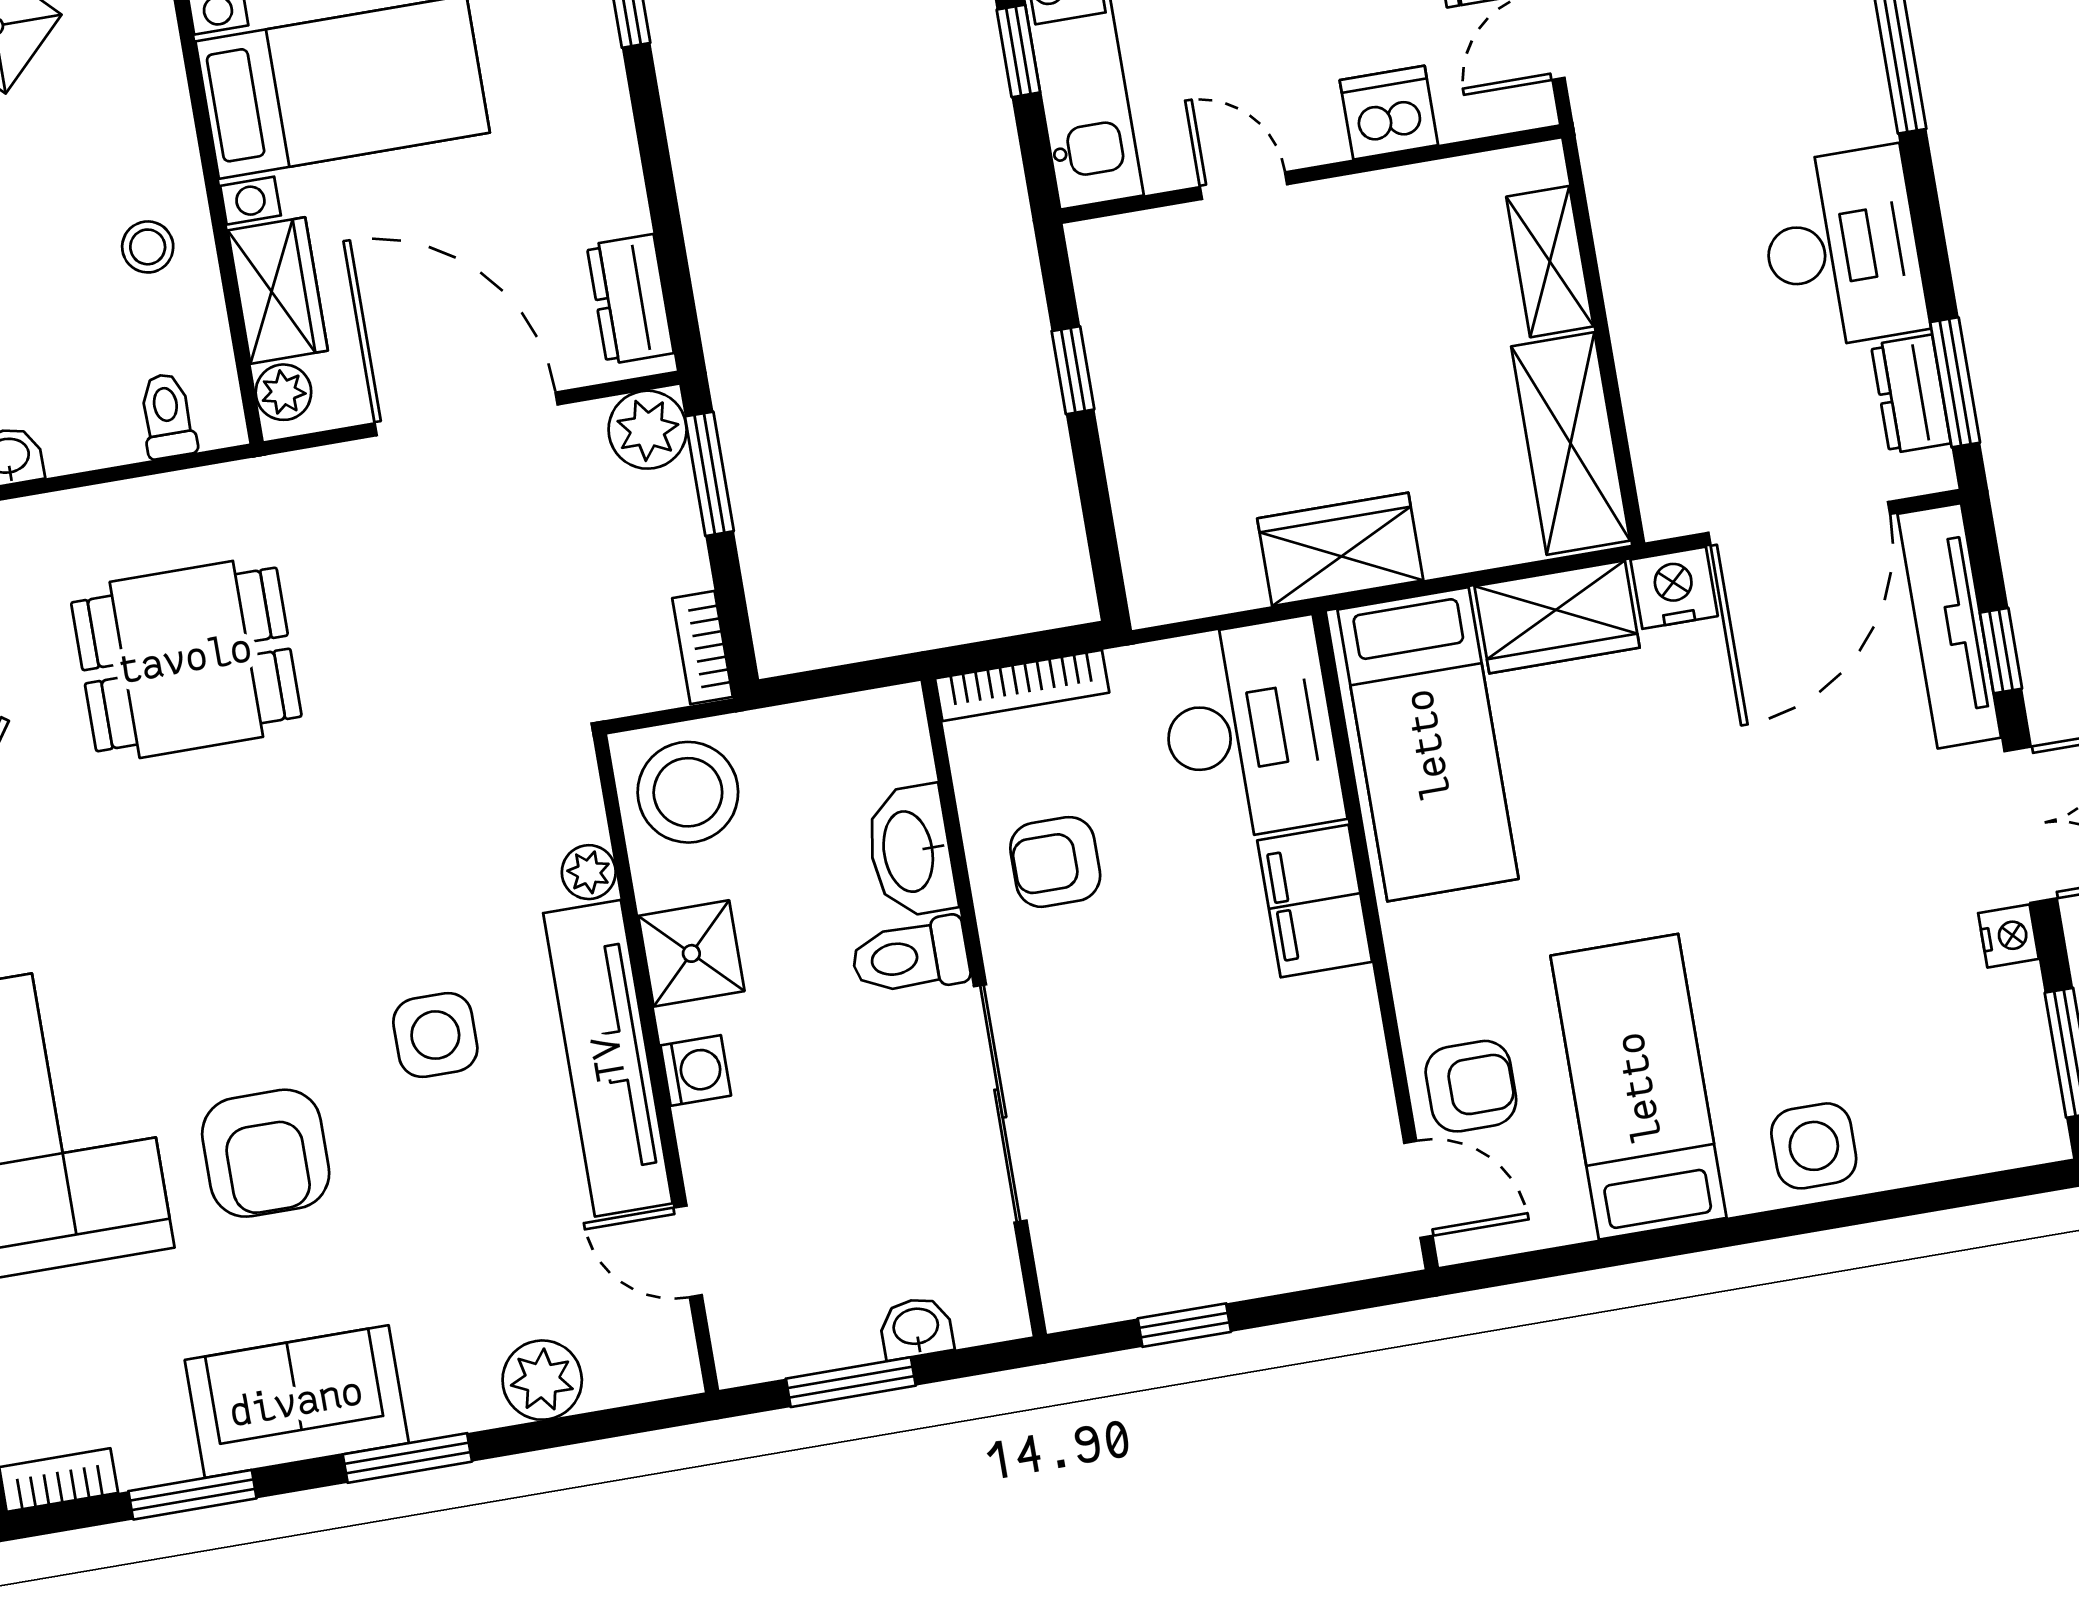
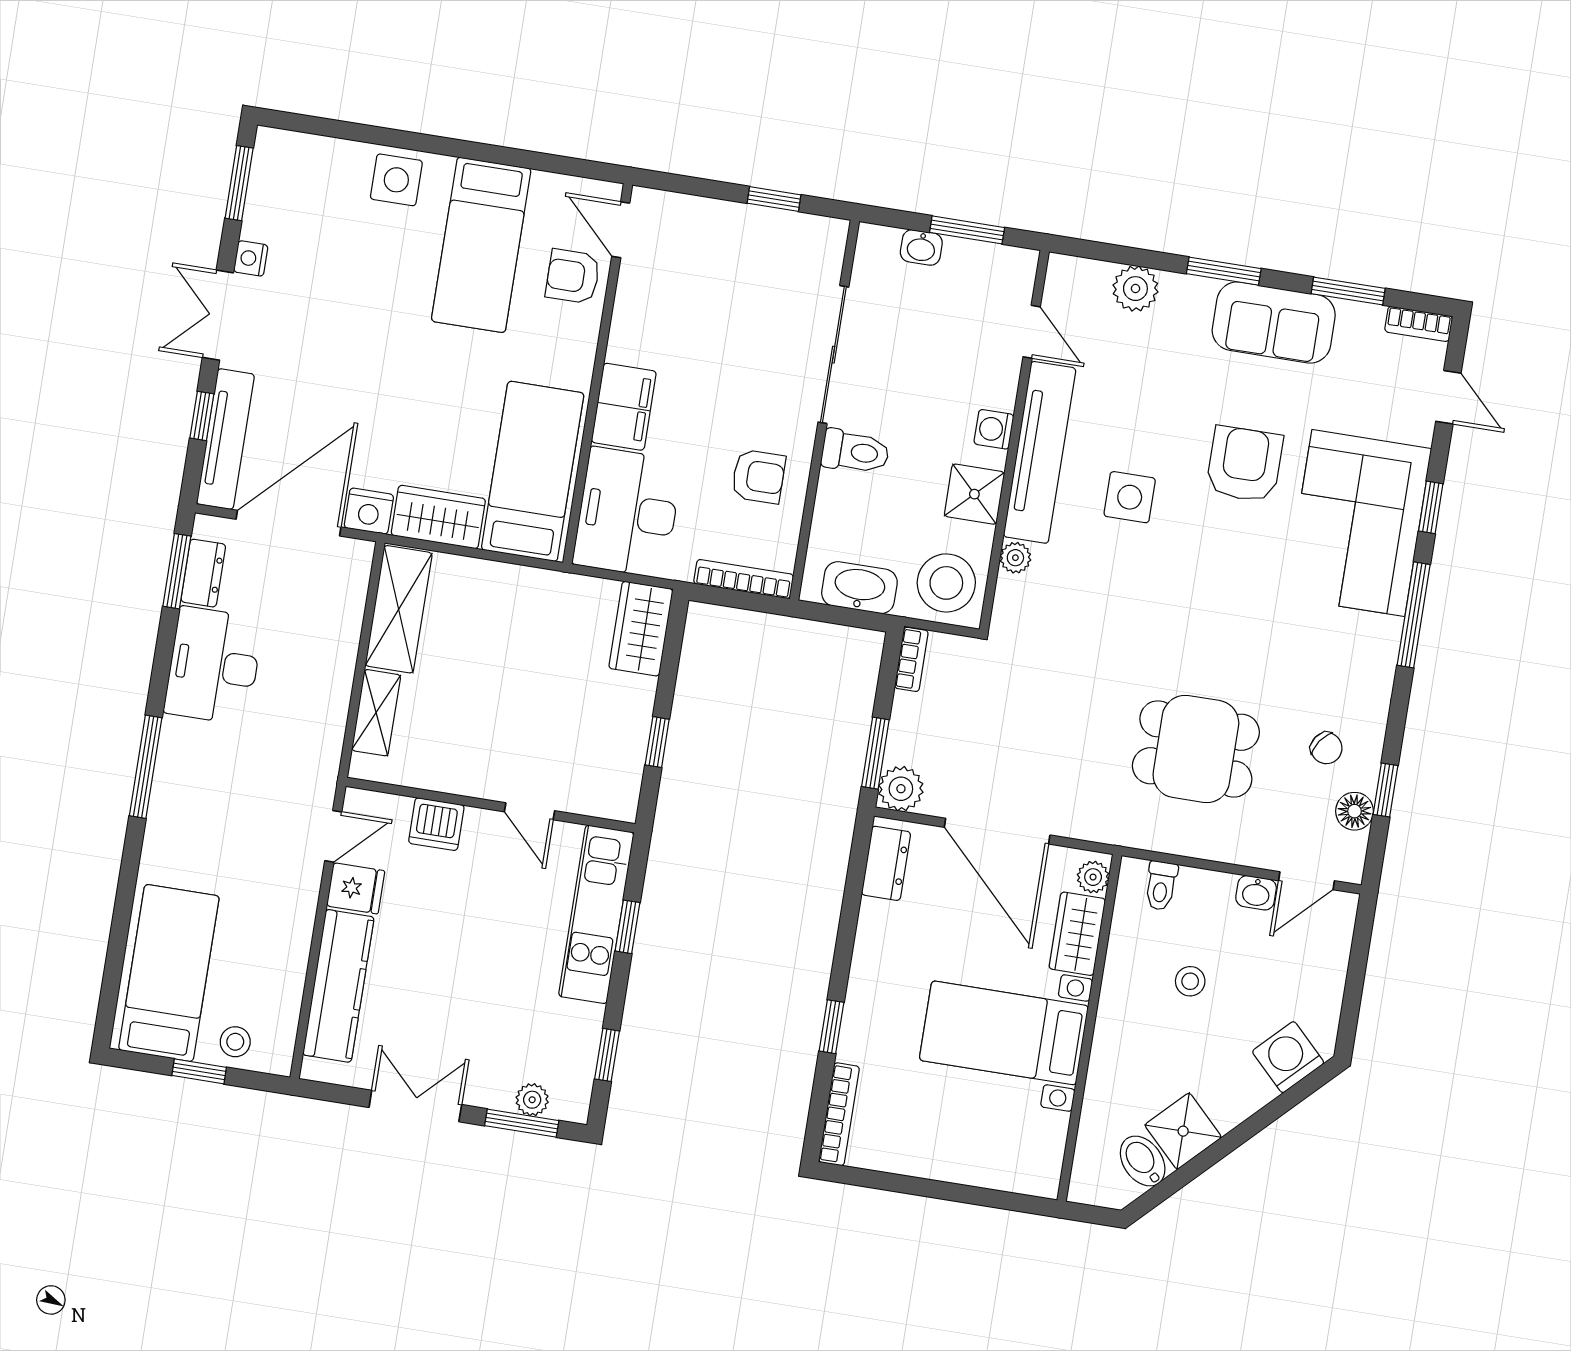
stool: (148, 247) -> (1190, 981), moved
wardrobe: (1340, 549) -> (641, 629), moved, turned 90
washbasin: (910, 851) -> (859, 588), moved, turned -90

